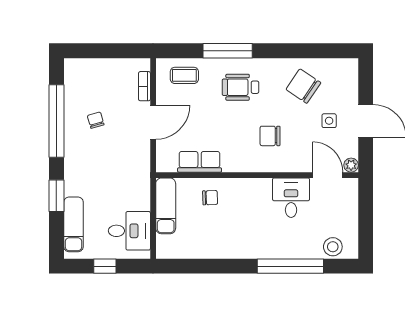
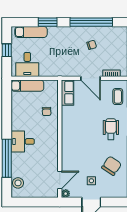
chair: (270, 136) -> (83, 146), removed
row of seats: (200, 162) -> (67, 93), moved
desk: (291, 198) -> (23, 141), moved, turned 180
exam couch: (166, 206) -> (27, 86), moved

